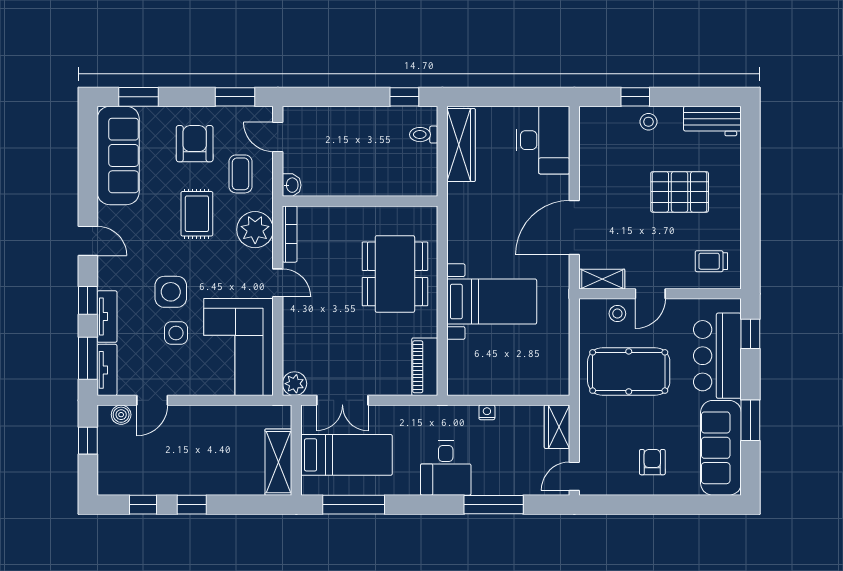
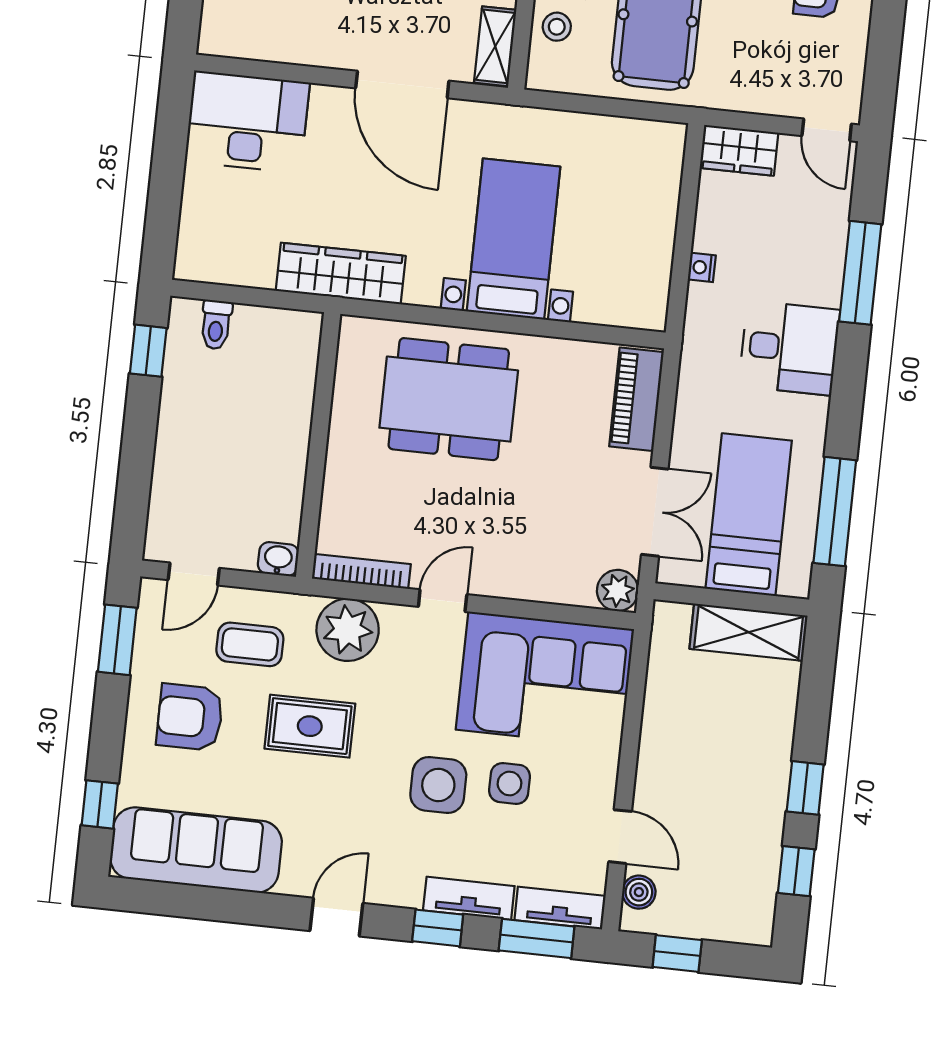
window: (138, 97) -> (100, 804), width x0.67
wardrobe: (461, 145) -> (341, 273), moved
piano: (425, 367) -> (636, 399), moved, turned 90

